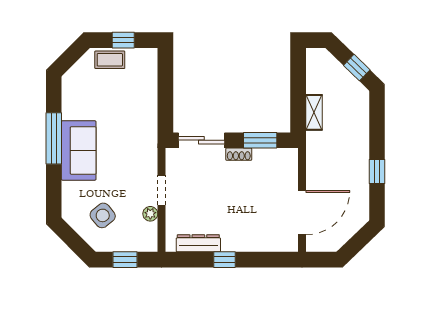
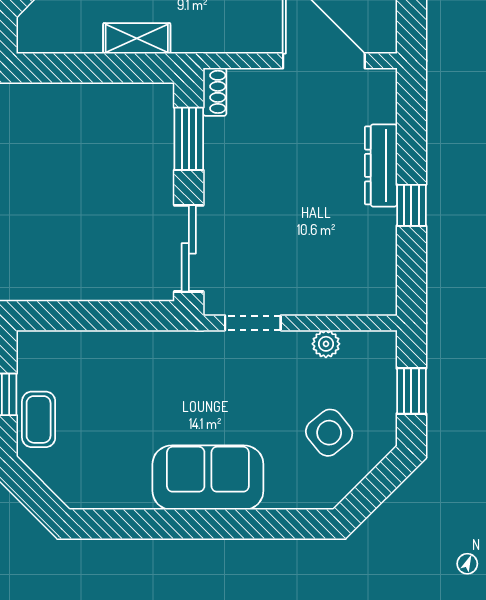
window: (54, 138) -> (185, 524), removed
shoe rack: (239, 154) -> (215, 92), moved
doorway: (161, 190) -> (253, 323), moved
dresser: (198, 243) -> (381, 165), moved

